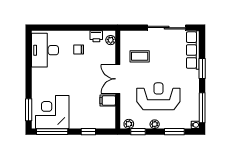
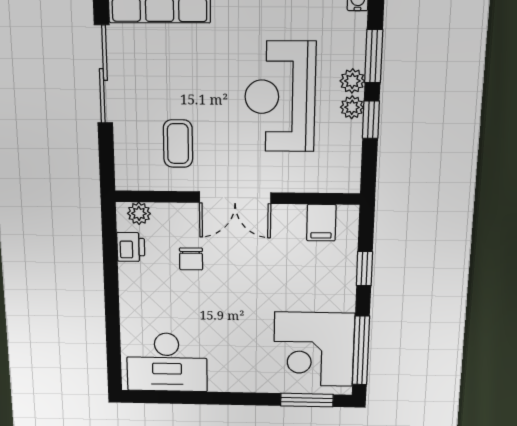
chair: (79, 49) -> (191, 259), moved
filing cabinet: (108, 101) -> (321, 223), moved
plant: (129, 124) -> (352, 81), moved
window: (138, 132) -> (371, 120), moved

